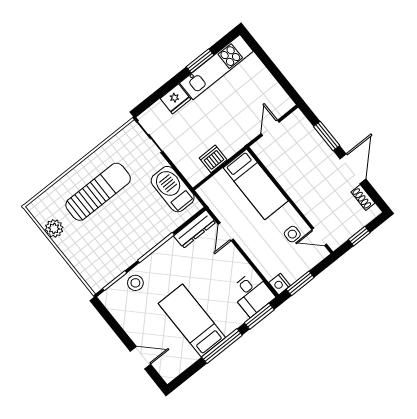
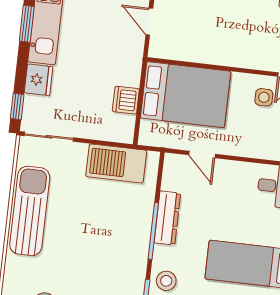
window: (149, 102) -> (17, 106), added
bed: (256, 184) -> (186, 95), width x1.50
sun lounger: (98, 192) -> (30, 211), moved
dresser: (195, 229) -> (167, 218), moved

